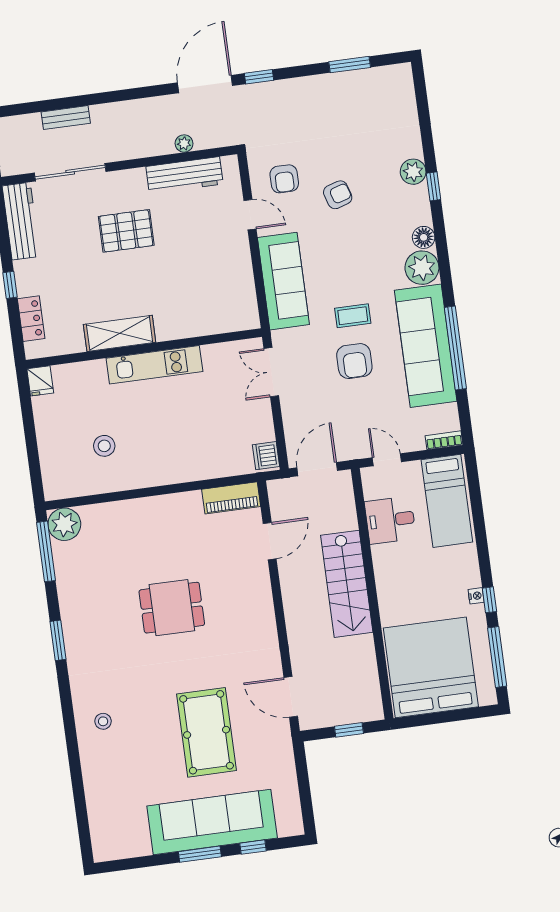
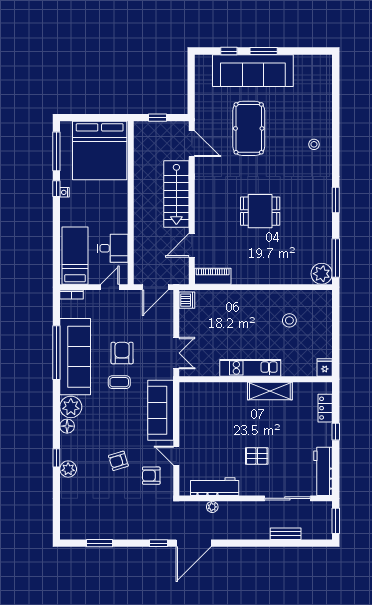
armchair: (284, 179) -> (151, 476), turned -90
pallet: (126, 231) -> (257, 456), width x0.67, depth x0.71
door: (387, 460) -> (110, 287), swing flipped
stairs: (347, 584) -> (176, 194), moved, turned 180

